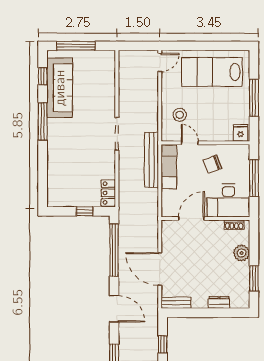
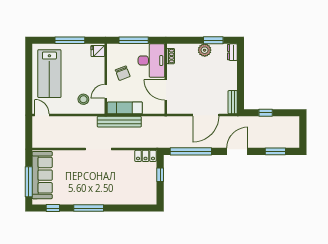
sofa: (60, 88) -> (42, 175), moved, turned 90
plant: (242, 253) -> (205, 50), moved
dresser: (219, 302) -> (232, 52), moved

